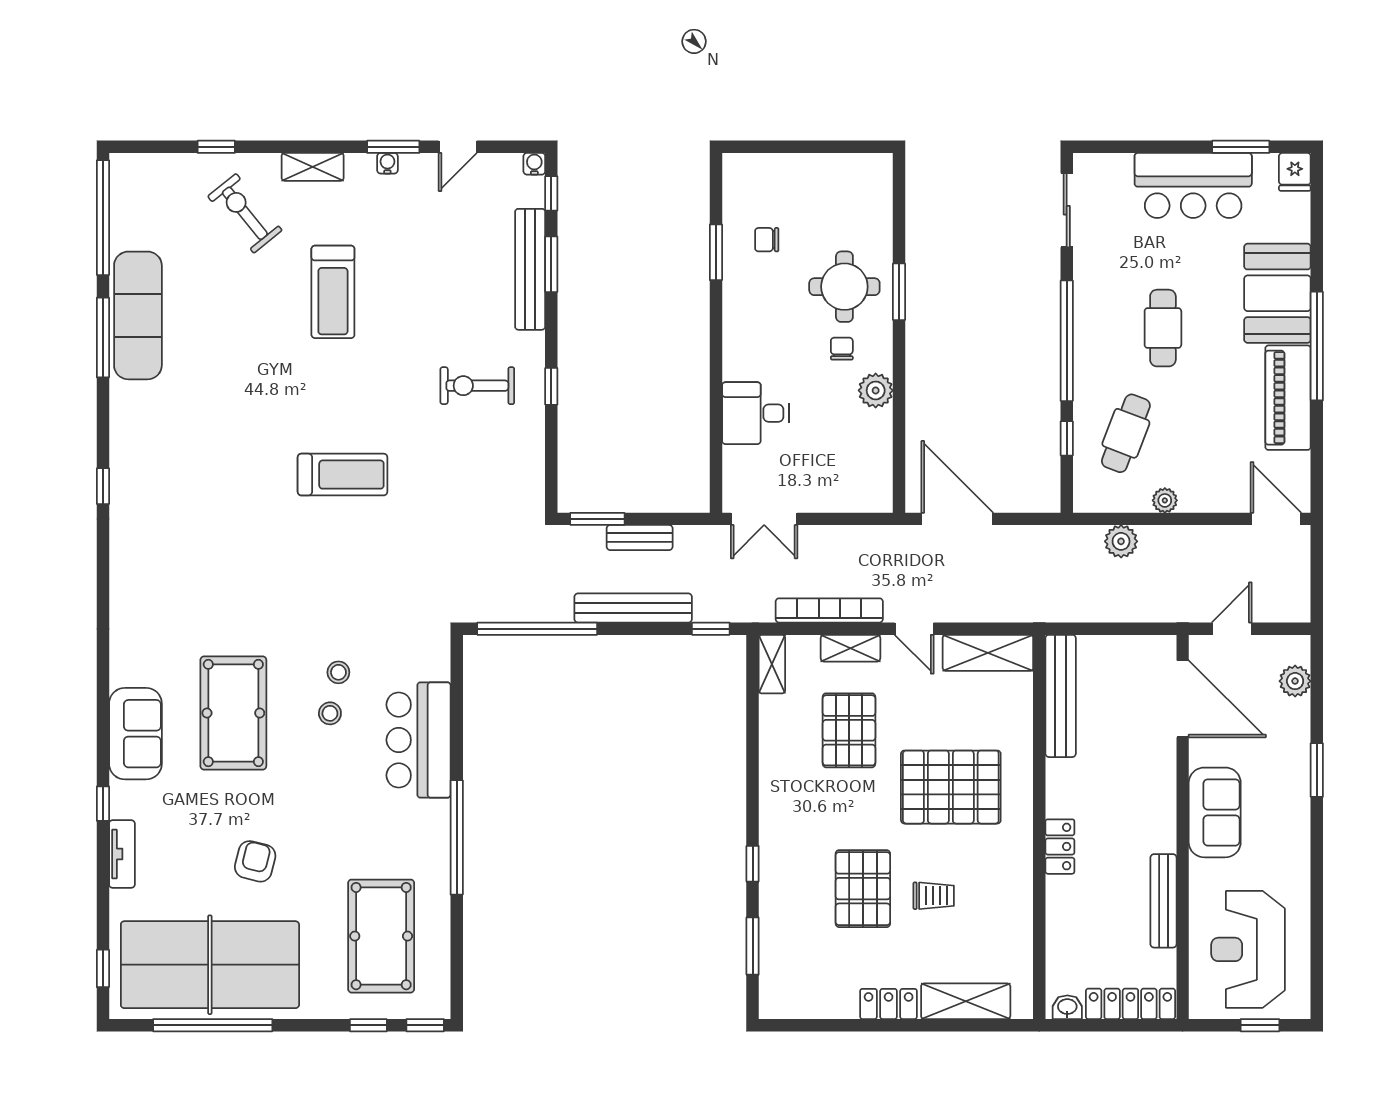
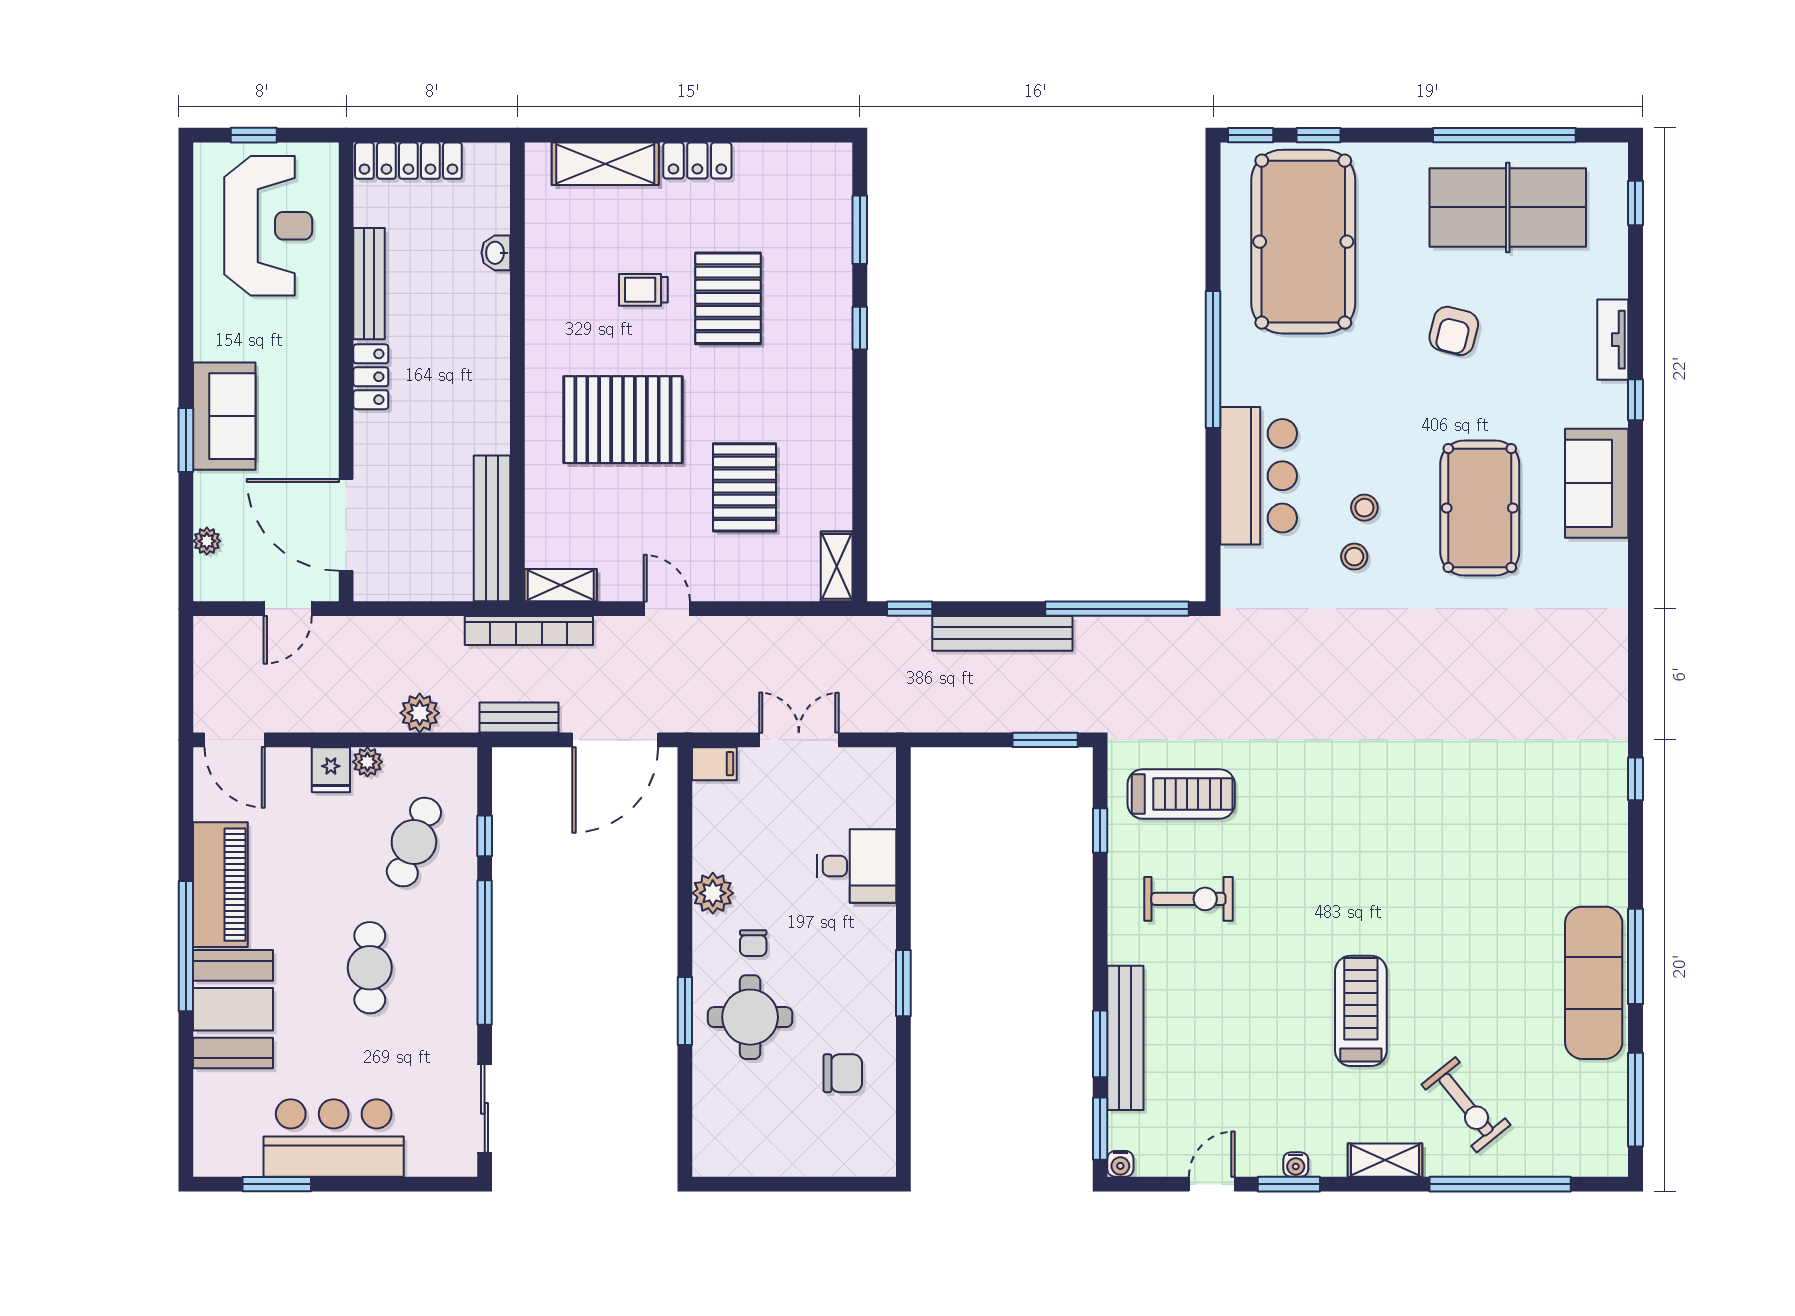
window: (216, 147) -> (1500, 1184), width x3.17
fridge: (1295, 172) -> (331, 770), moved, turned 180
window: (551, 193) -> (1100, 1129), width x1.50
window: (103, 218) -> (1635, 1100), width x0.68
chair: (767, 240) -> (843, 1073), width x1.37, depth x1.37
window: (716, 252) -> (903, 983), moved
window: (551, 386) -> (1100, 830), moved
treadmill: (343, 475) -> (1181, 794), moved, turned 180
filing cabinet: (874, 499) -> (714, 764), added
double door: (764, 519) -> (799, 740), moved
door: (957, 519) -> (615, 740), hinge flipped
bench: (640, 538) -> (519, 717), moved
bookcase: (829, 610) -> (529, 630), moved
shelving: (851, 648) -> (743, 585), removed
shelving: (988, 653) -> (561, 585), width x0.67, depth x0.75
plant: (1295, 681) -> (207, 541), width x0.73, depth x0.73
sofa: (1215, 812) -> (224, 416), moved, turned 180
locker: (1060, 847) -> (371, 377), moved, turned 180
pool table: (381, 936) -> (1303, 242), width x1.36, depth x1.32
table tennis table: (210, 965) -> (1508, 207), width x0.73, depth x0.76
washbasin: (1067, 1007) -> (496, 253), moved, turned 90

